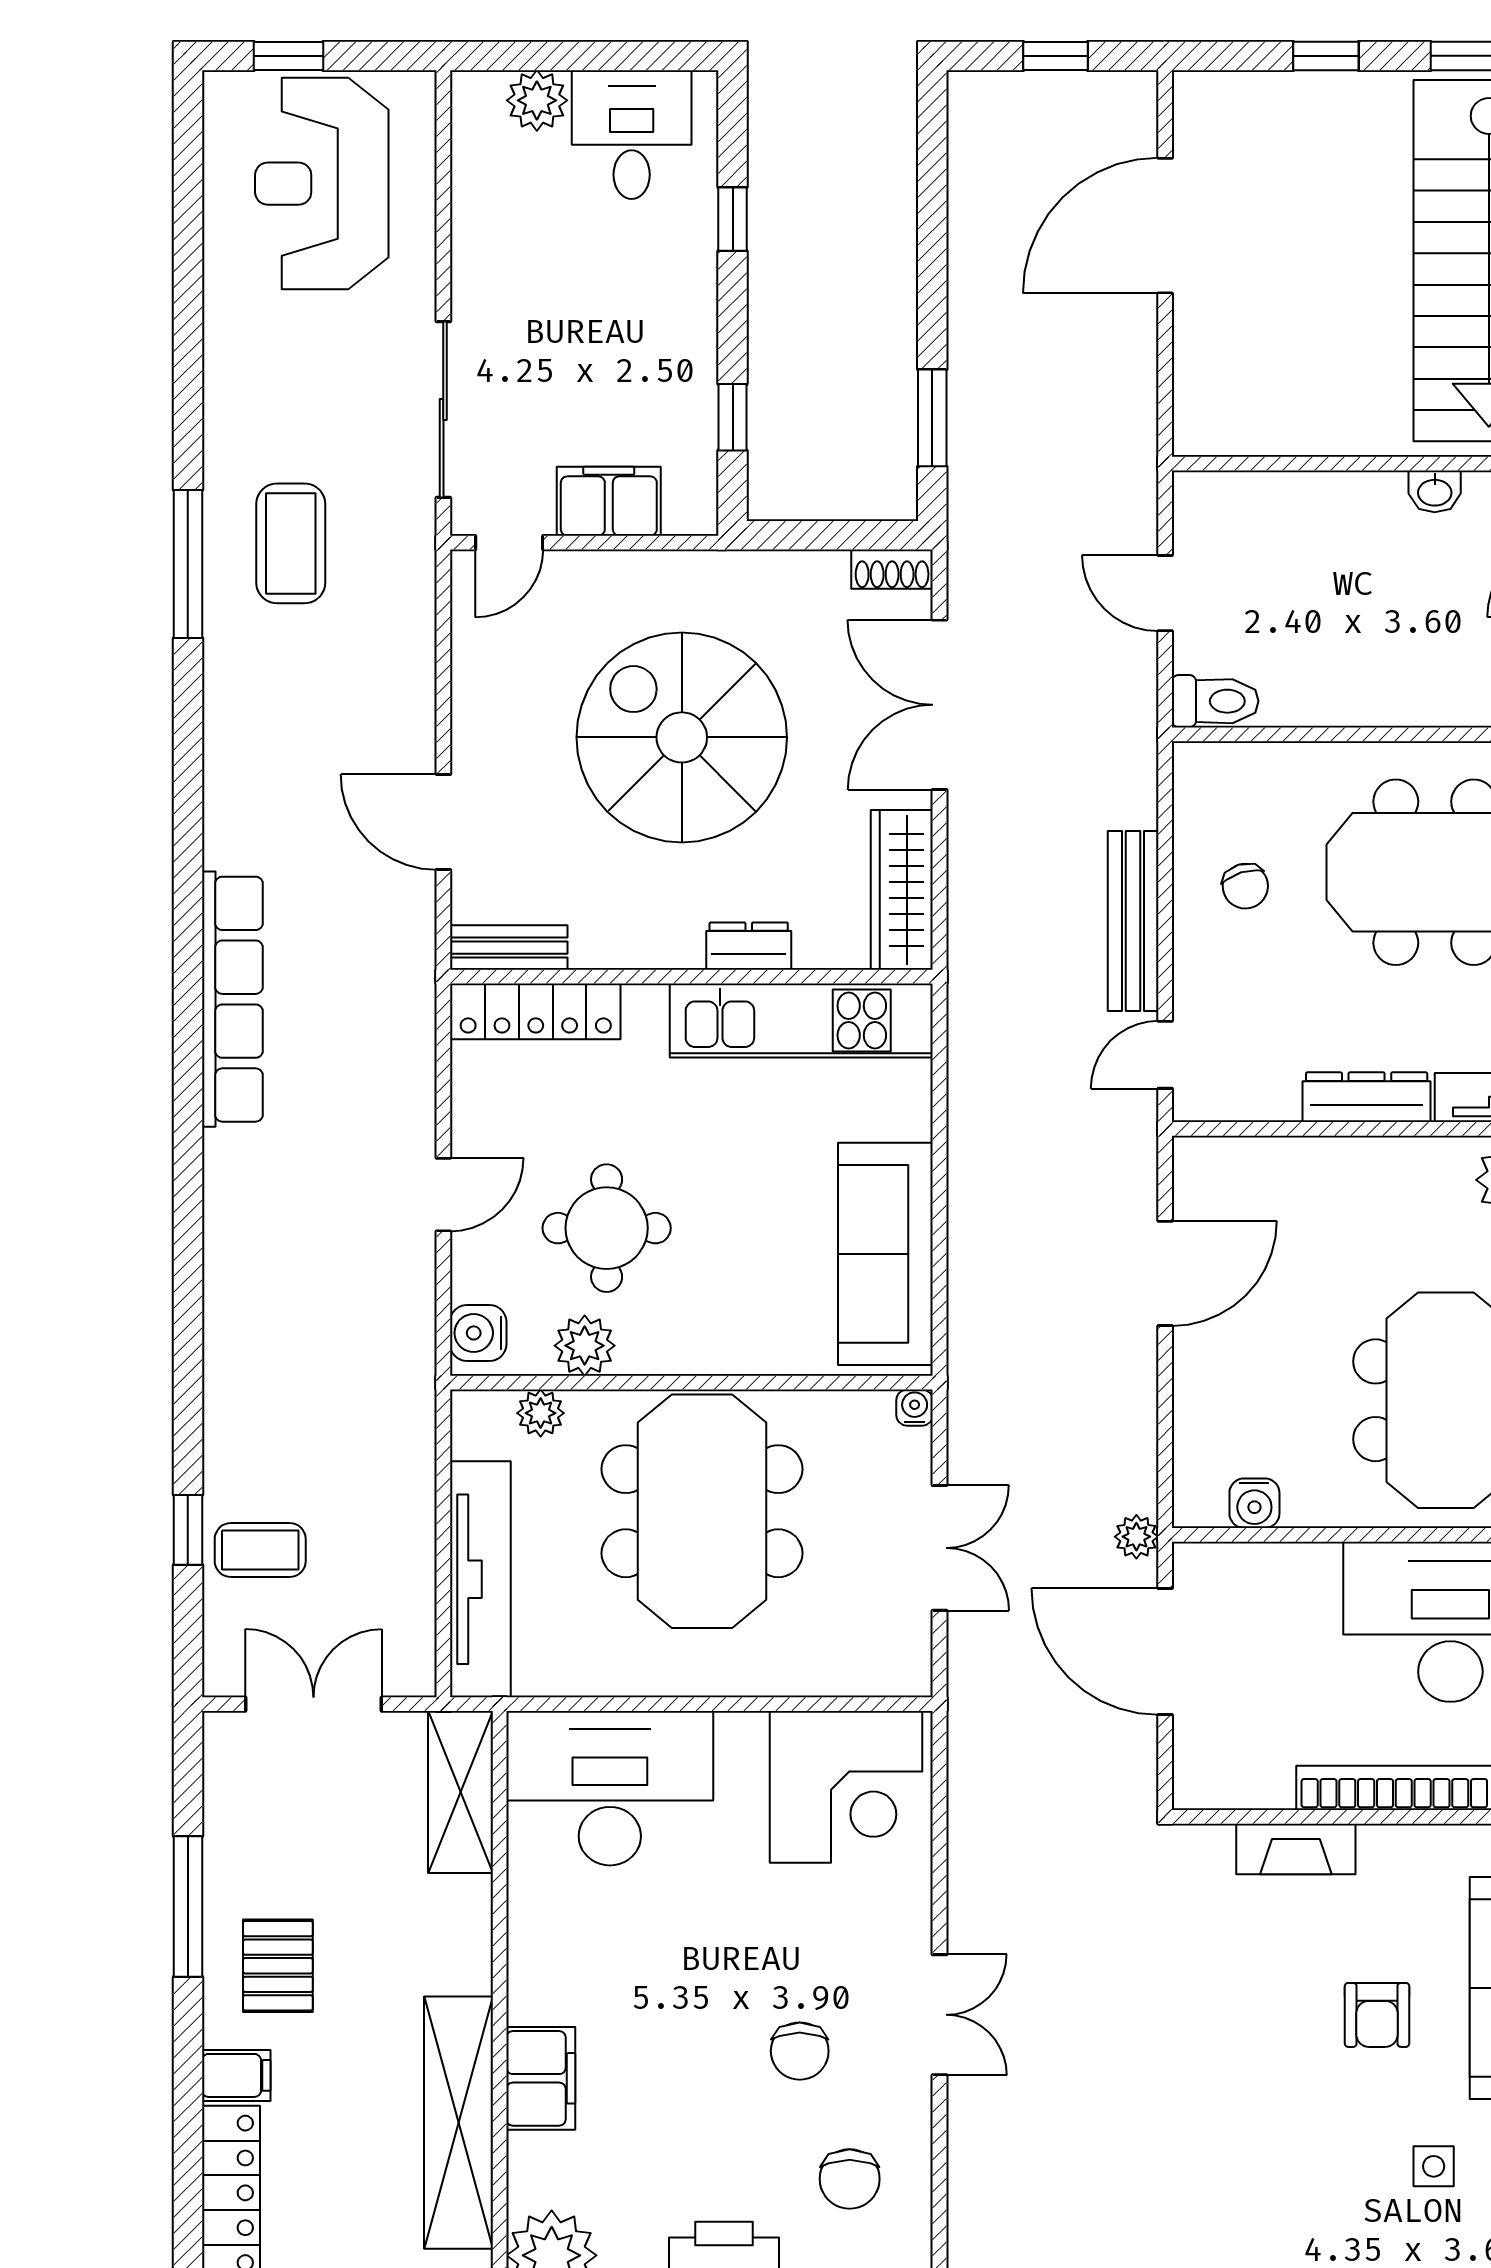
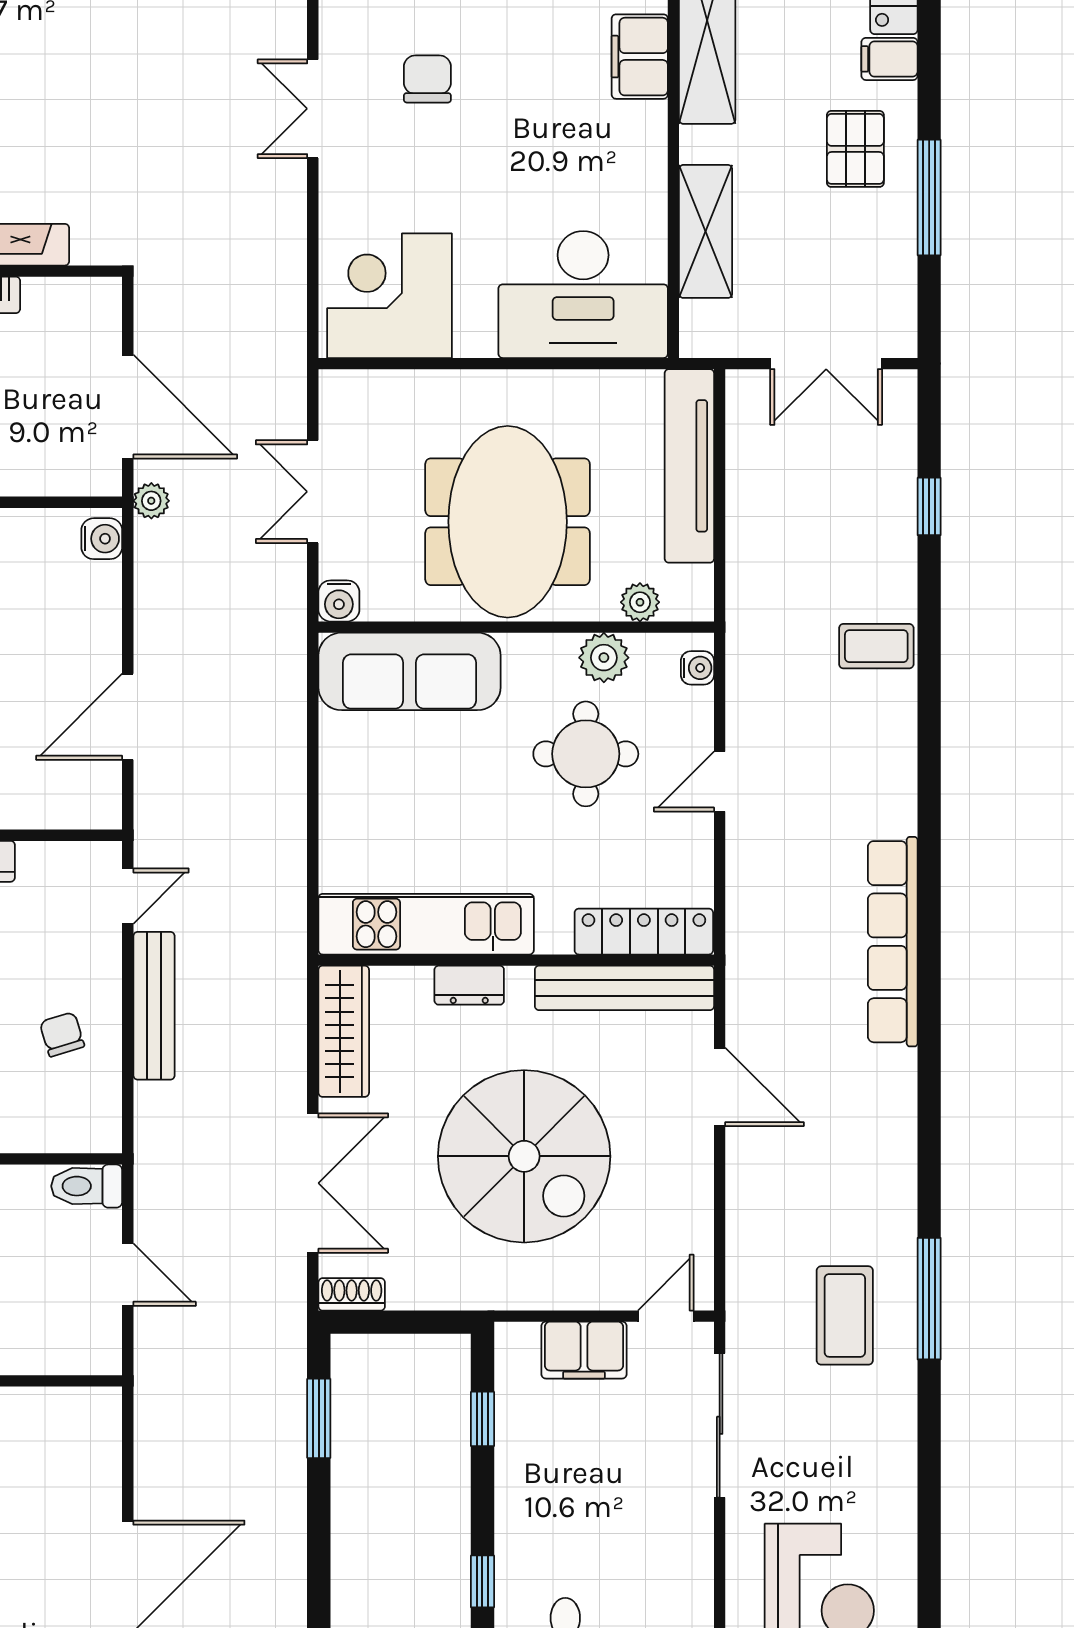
bench: (509, 948) -> (624, 988), width x1.86, depth x1.21
sofa: (885, 1254) -> (409, 671), moved, turned 90
water cooler: (478, 1333) -> (697, 668), width x0.72, depth x0.72
water cooler: (915, 1408) -> (339, 601), width x1.38, depth x1.38
water cooler: (1254, 1503) -> (102, 539), moved, turned 90
coffee table: (260, 1550) -> (876, 646), moved
shelving: (461, 1792) -> (706, 231), moved

